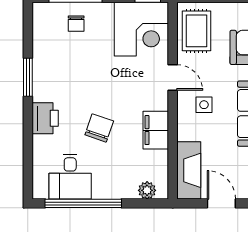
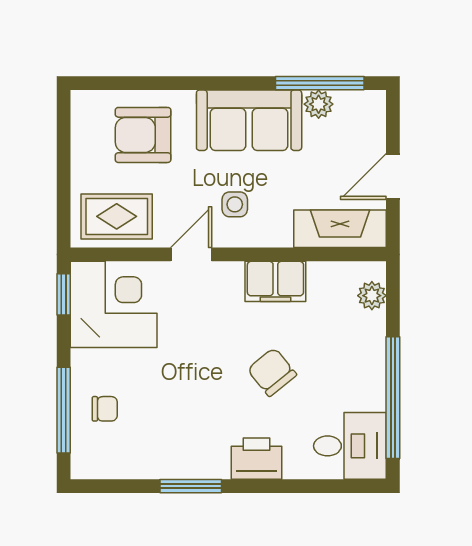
chair: (99, 128) -> (272, 372), turned 32
desk: (70, 177) -> (350, 446), moved

